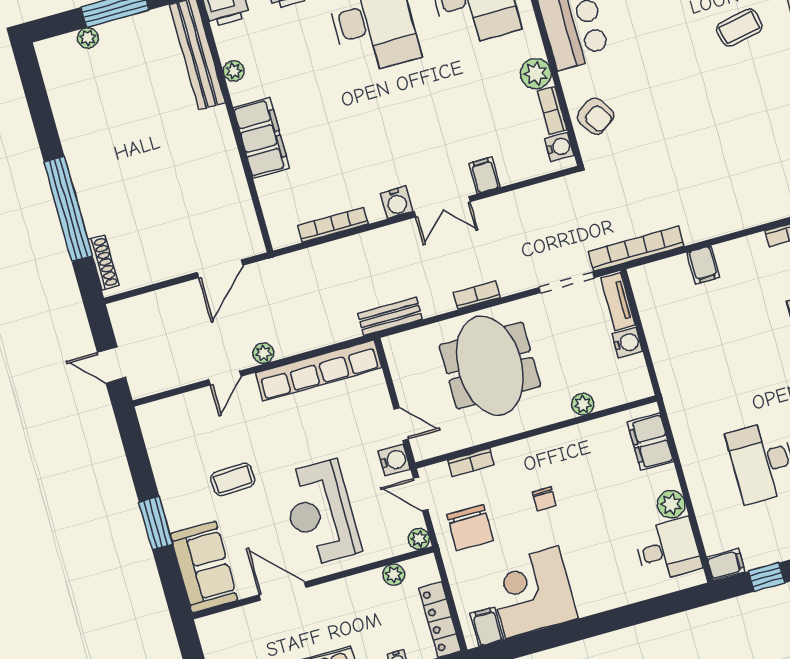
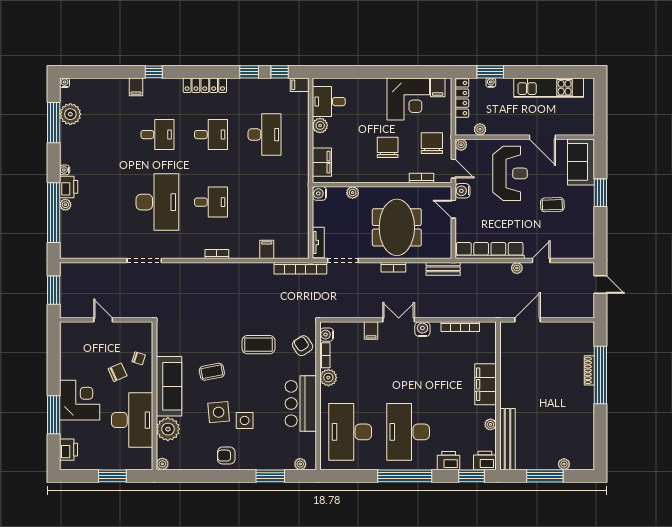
coffee table: (672, 97) -> (259, 345), added
shoe rack: (103, 263) -> (589, 370), moved
water cooler: (627, 343) -> (319, 193), moved
chair: (544, 499) -> (388, 147), width x1.87, depth x1.87

